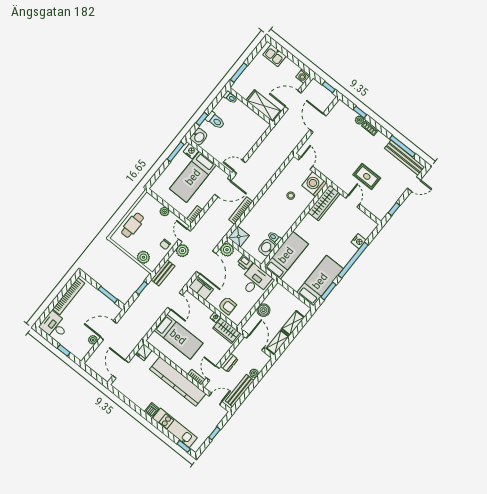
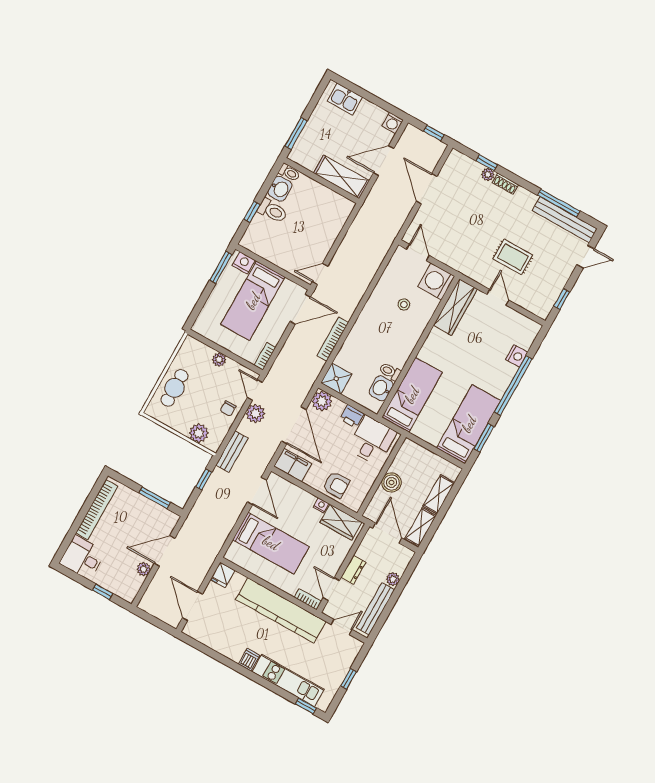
washbasin: (199, 137) -> (280, 189), moved

